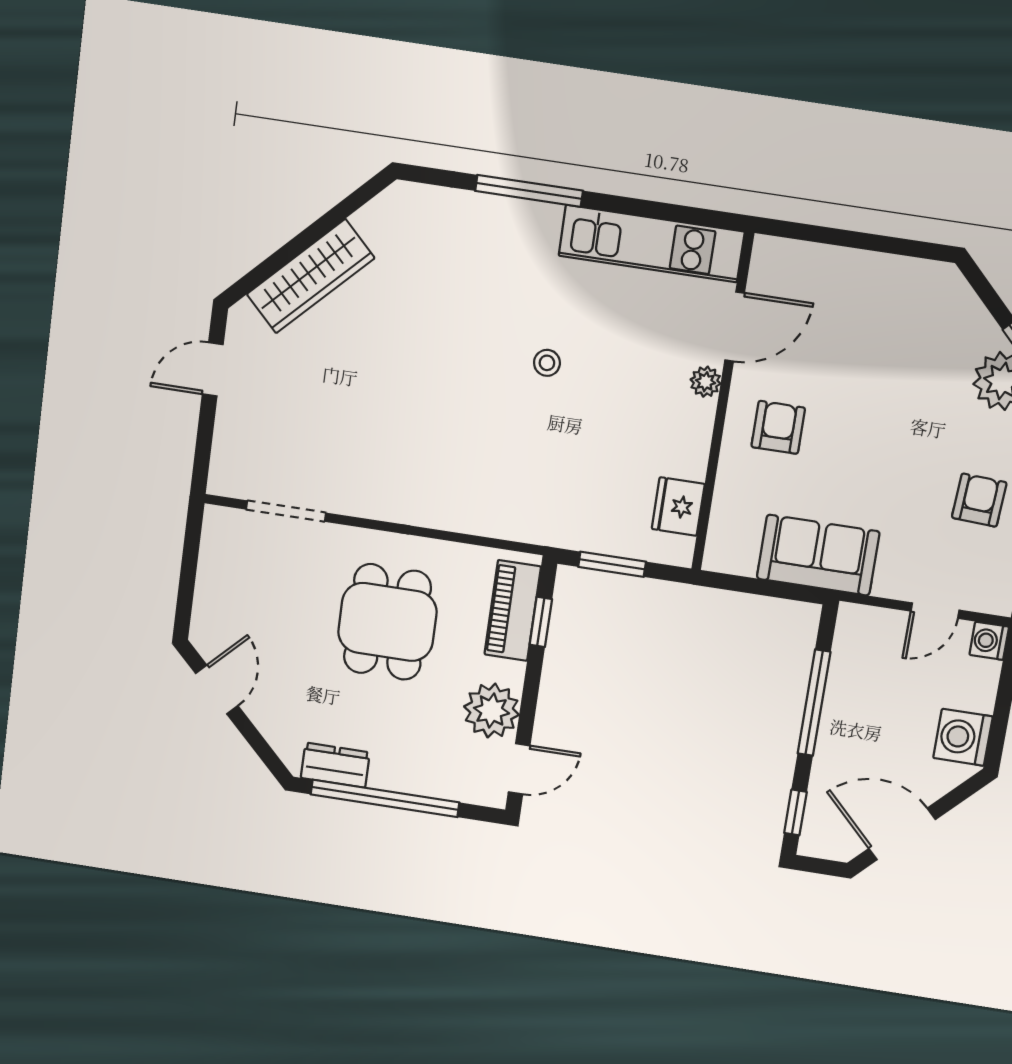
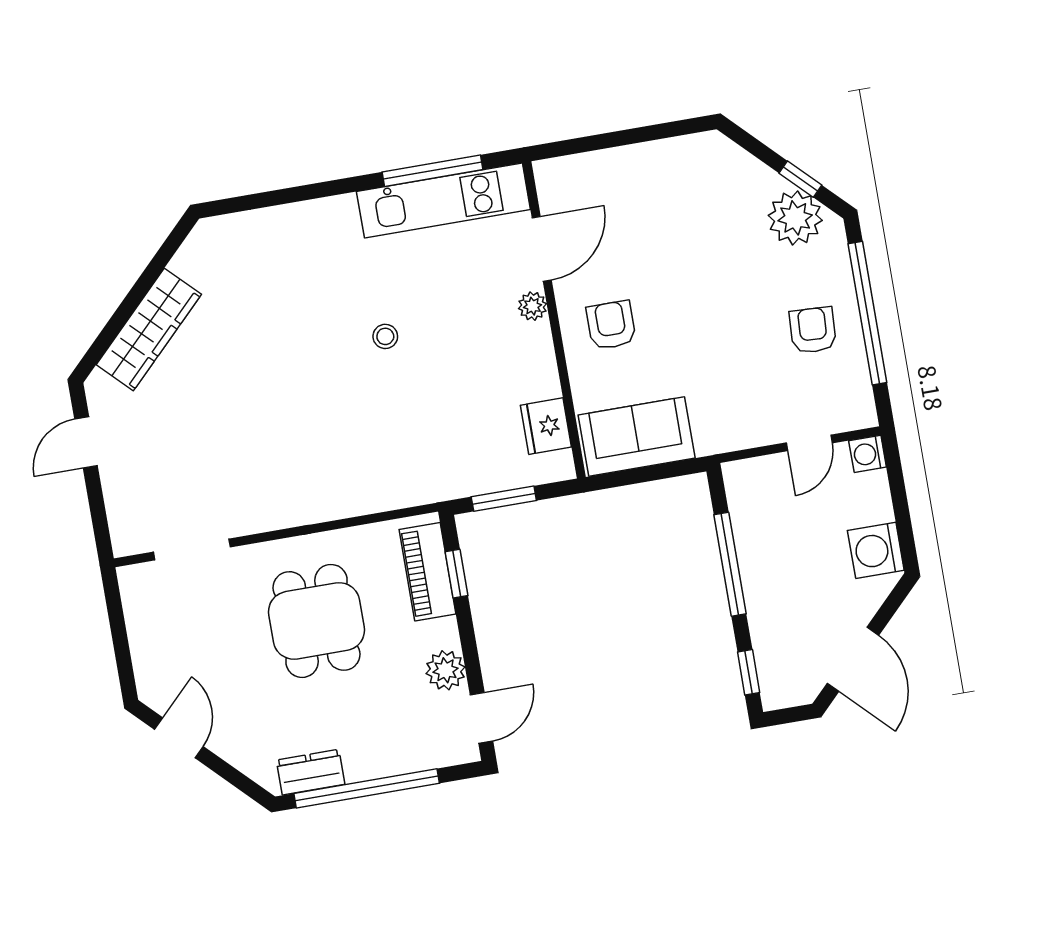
window: (529, 191) -> (432, 171), moved
sofa: (818, 555) -> (637, 436), moved
plant: (492, 711) -> (446, 670), width x0.73, depth x0.73
door: (902, 834) -> (853, 659), swing flipped

